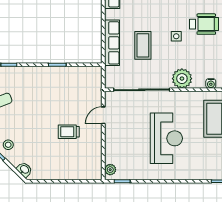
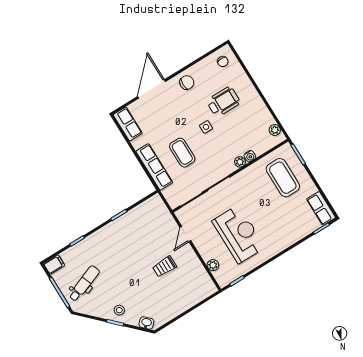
plant: (182, 79) -> (240, 162), width x0.53, depth x0.53
water cooler: (211, 84) -> (250, 156), moved
reception desk: (166, 138) -> (239, 234), moved
plant: (110, 170) -> (213, 265), moved

